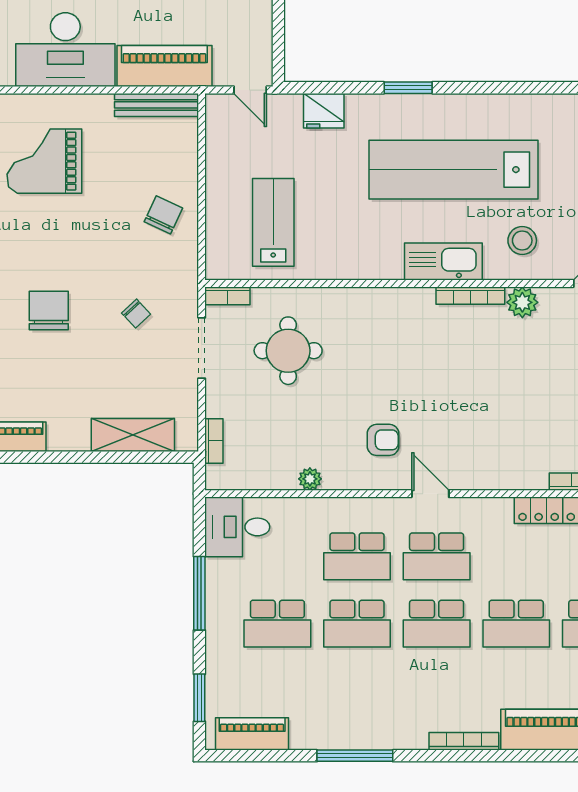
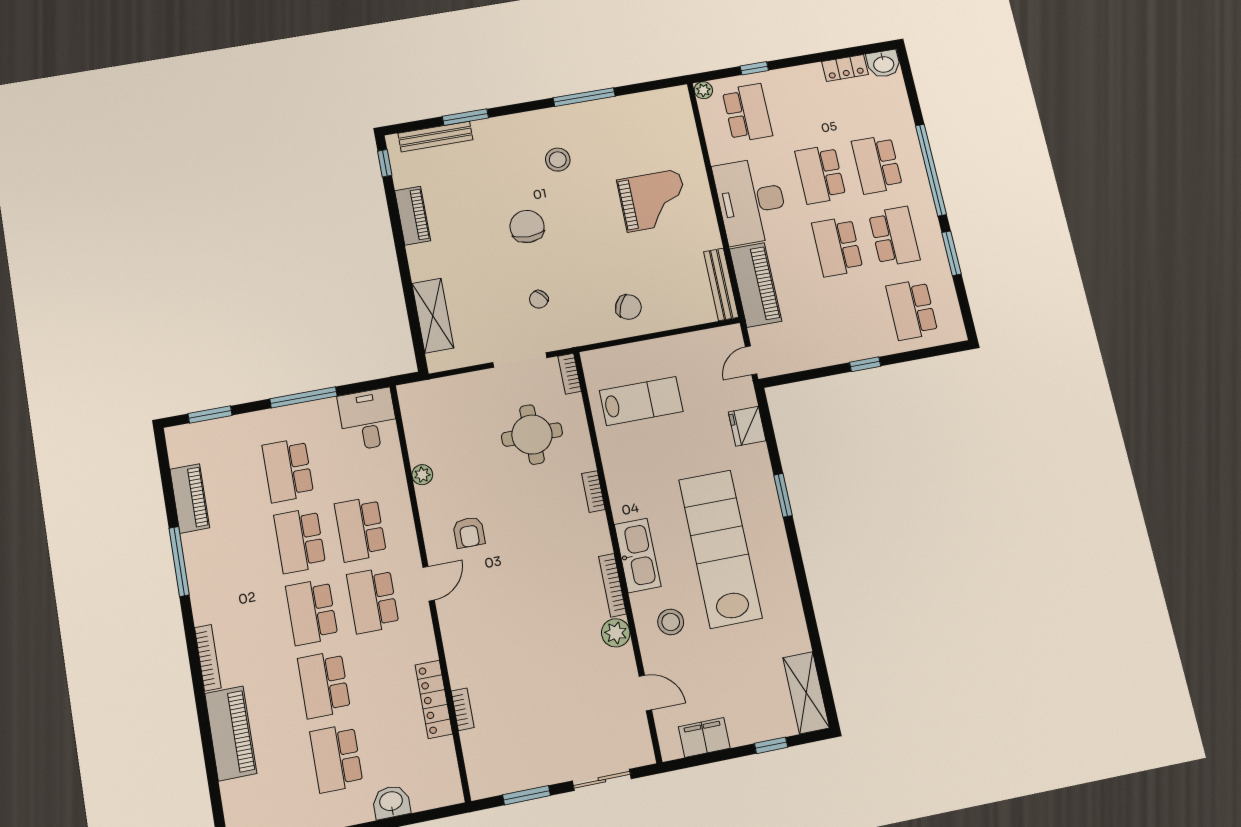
grand piano: (44, 161) -> (653, 201), turned 90
chair: (49, 310) -> (527, 226), turned -90
bookcase: (214, 441) -> (593, 492), moved, turned 90
piano: (252, 734) -> (190, 498), moved

